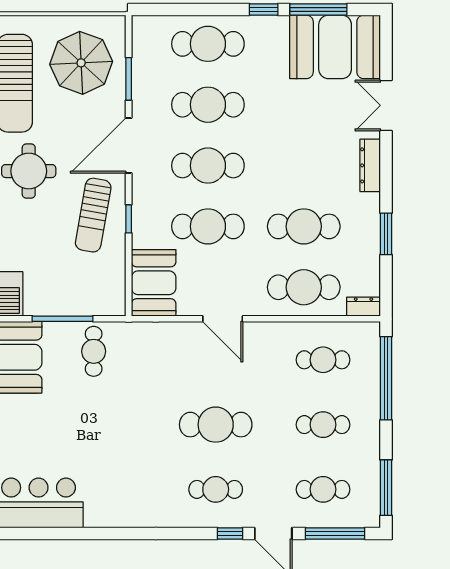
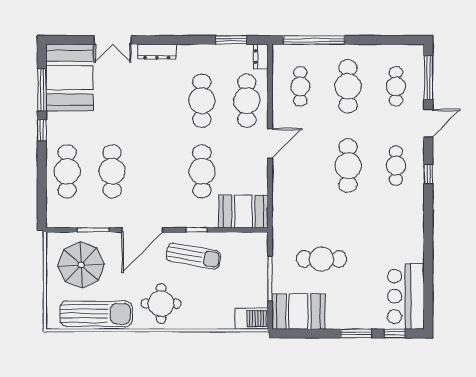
door: (129, 146) -> (142, 230), hinge flipped
cafe table: (208, 166) -> (157, 171), removed
window: (386, 234) -> (231, 40), moved
door: (223, 319) -> (270, 143), moved
cafe table: (94, 351) -> (322, 259), moved, width x1.37, depth x1.35
cafe table: (323, 425) -> (348, 86), width x1.37, depth x1.35
window: (386, 488) -> (395, 40), removed
window: (230, 533) -> (428, 174), moved

